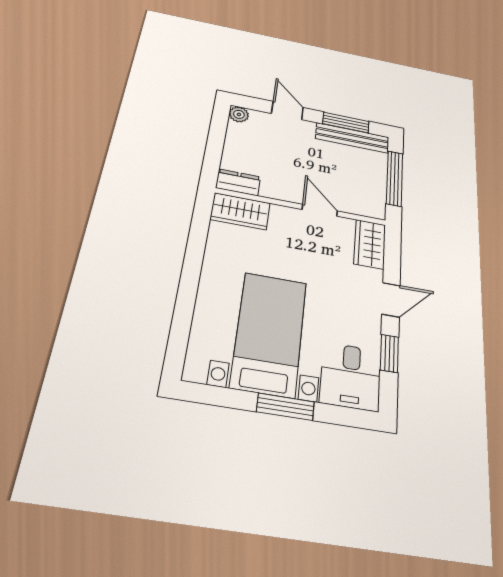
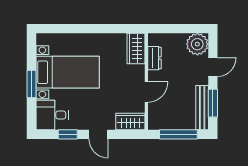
plant: (239, 114) -> (197, 44), width x1.88, depth x1.88
dresser: (238, 182) -> (154, 58), moved

